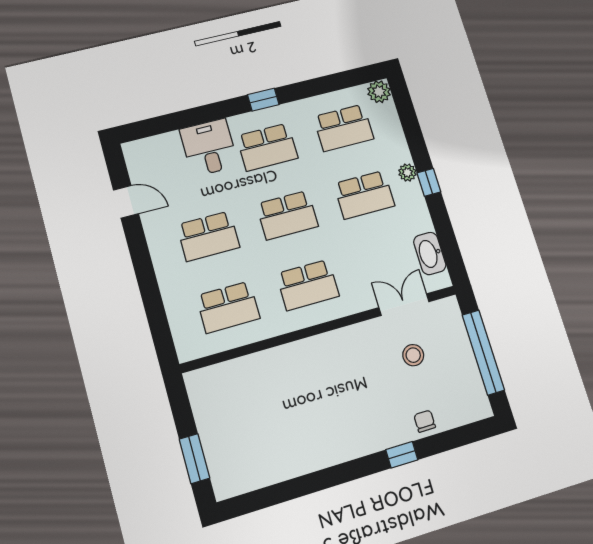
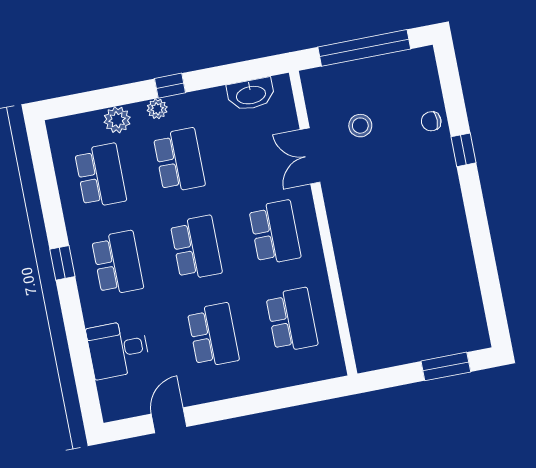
plant: (379, 92) -> (117, 120), moved
desk: (209, 147) -> (118, 349), moved
double door: (404, 305) -> (310, 156), moved

